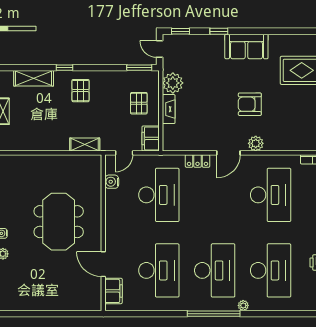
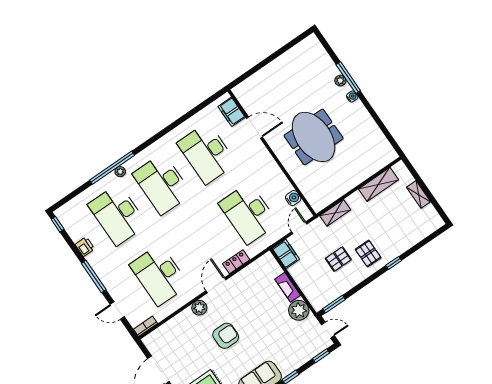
shelving: (34, 78) -> (378, 184), moved
pallet: (139, 103) -> (338, 259), moved, turned 90
window: (214, 314) -> (112, 168), moved

